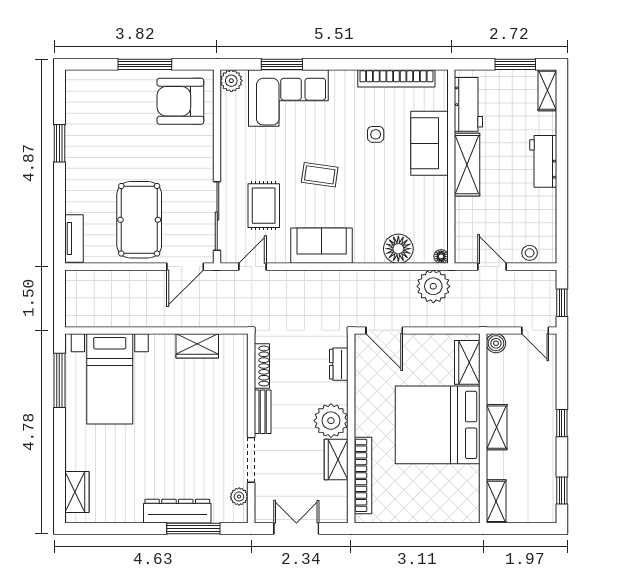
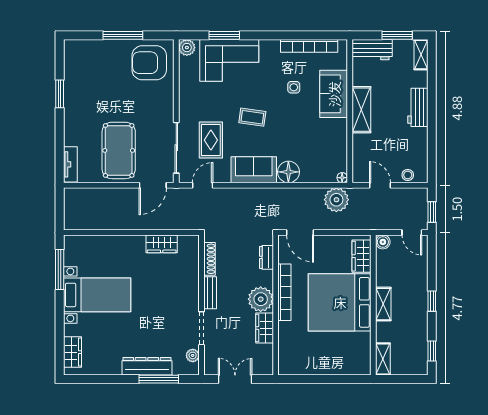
workbench: (468, 104) -> (372, 50), moved, turned 90
floor lamp: (398, 249) -> (288, 172), moved
bed with nightstands: (110, 379) -> (97, 295), moved, turned -90
bookcase: (363, 475) -> (284, 292), moved

